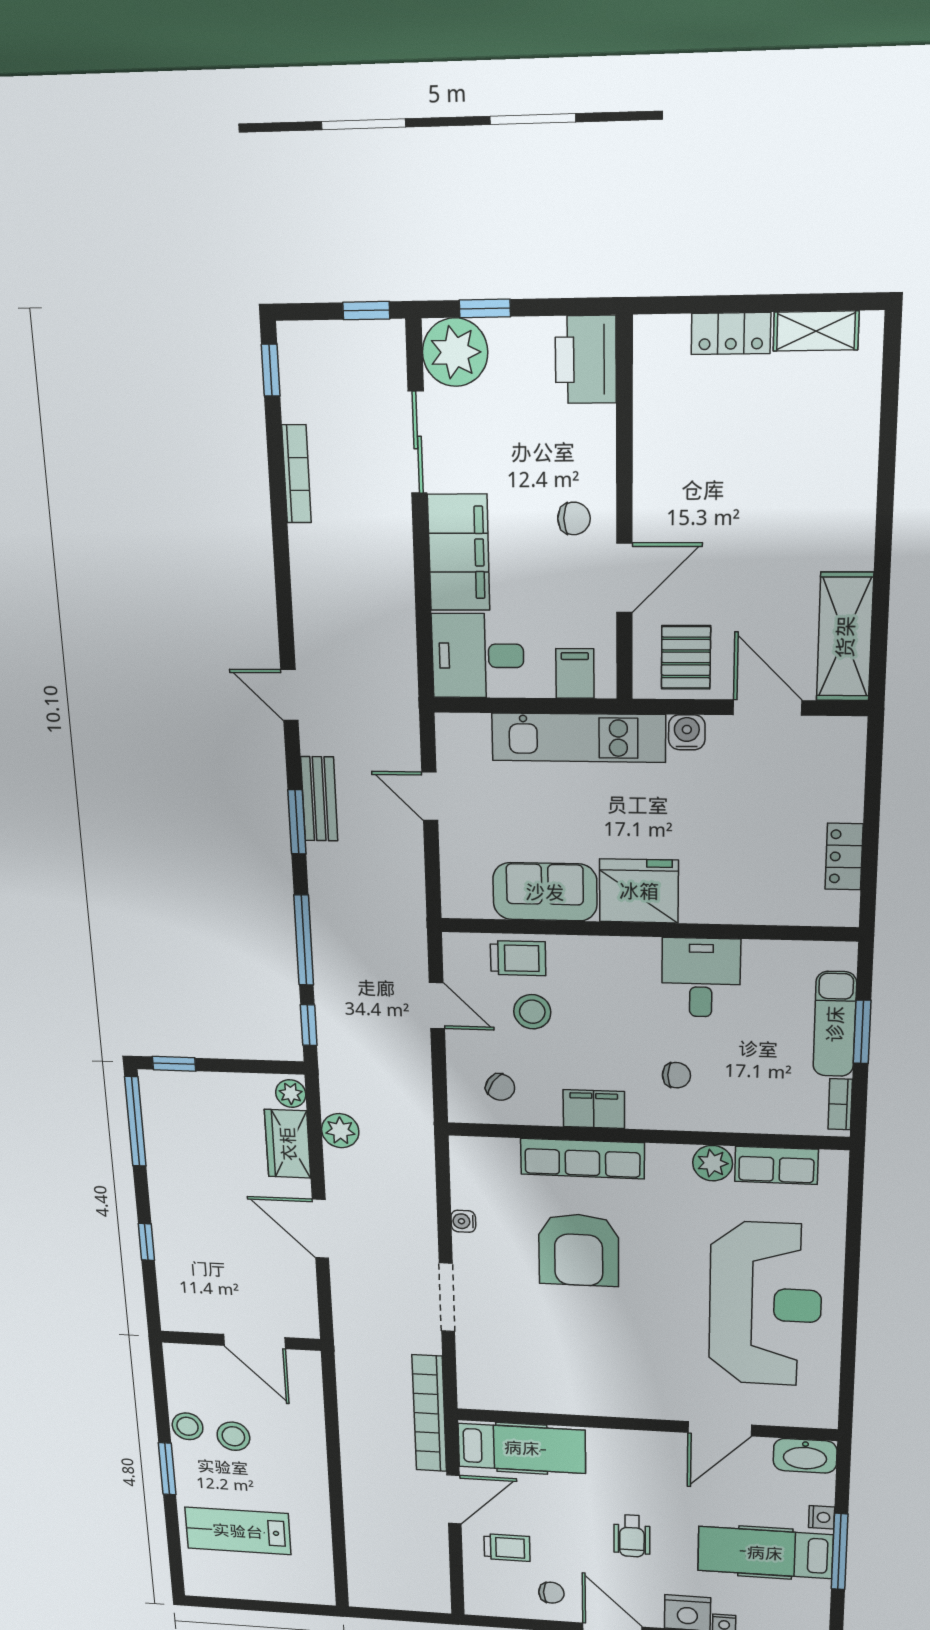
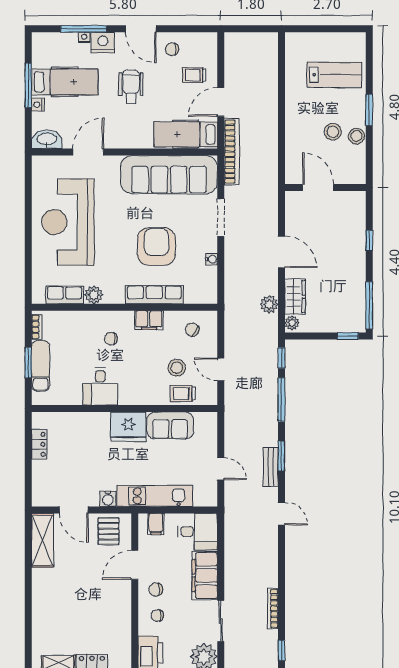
chair: (569, 455) -> (157, 616), added
sofa: (554, 1380) -> (169, 175), added
wheelchair: (632, 1536) -> (131, 87), width x1.36, depth x1.37

